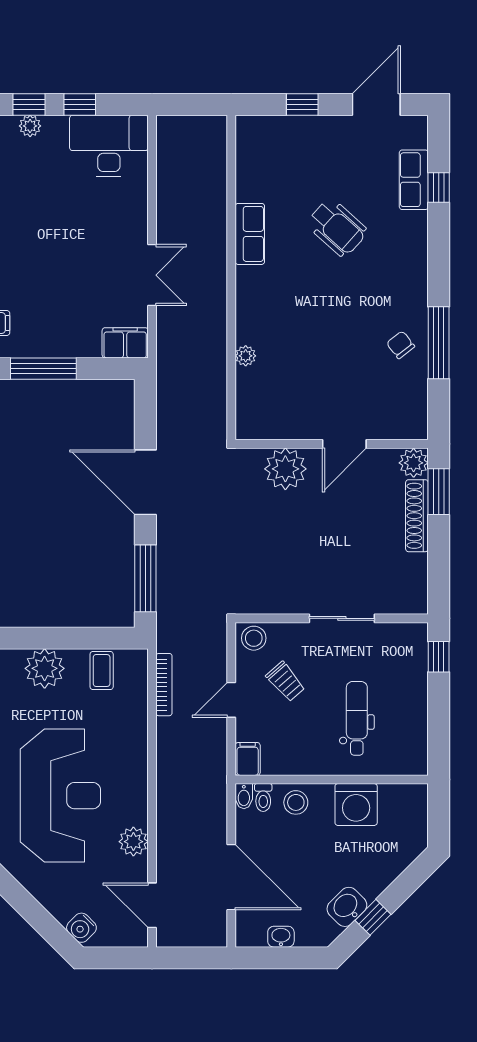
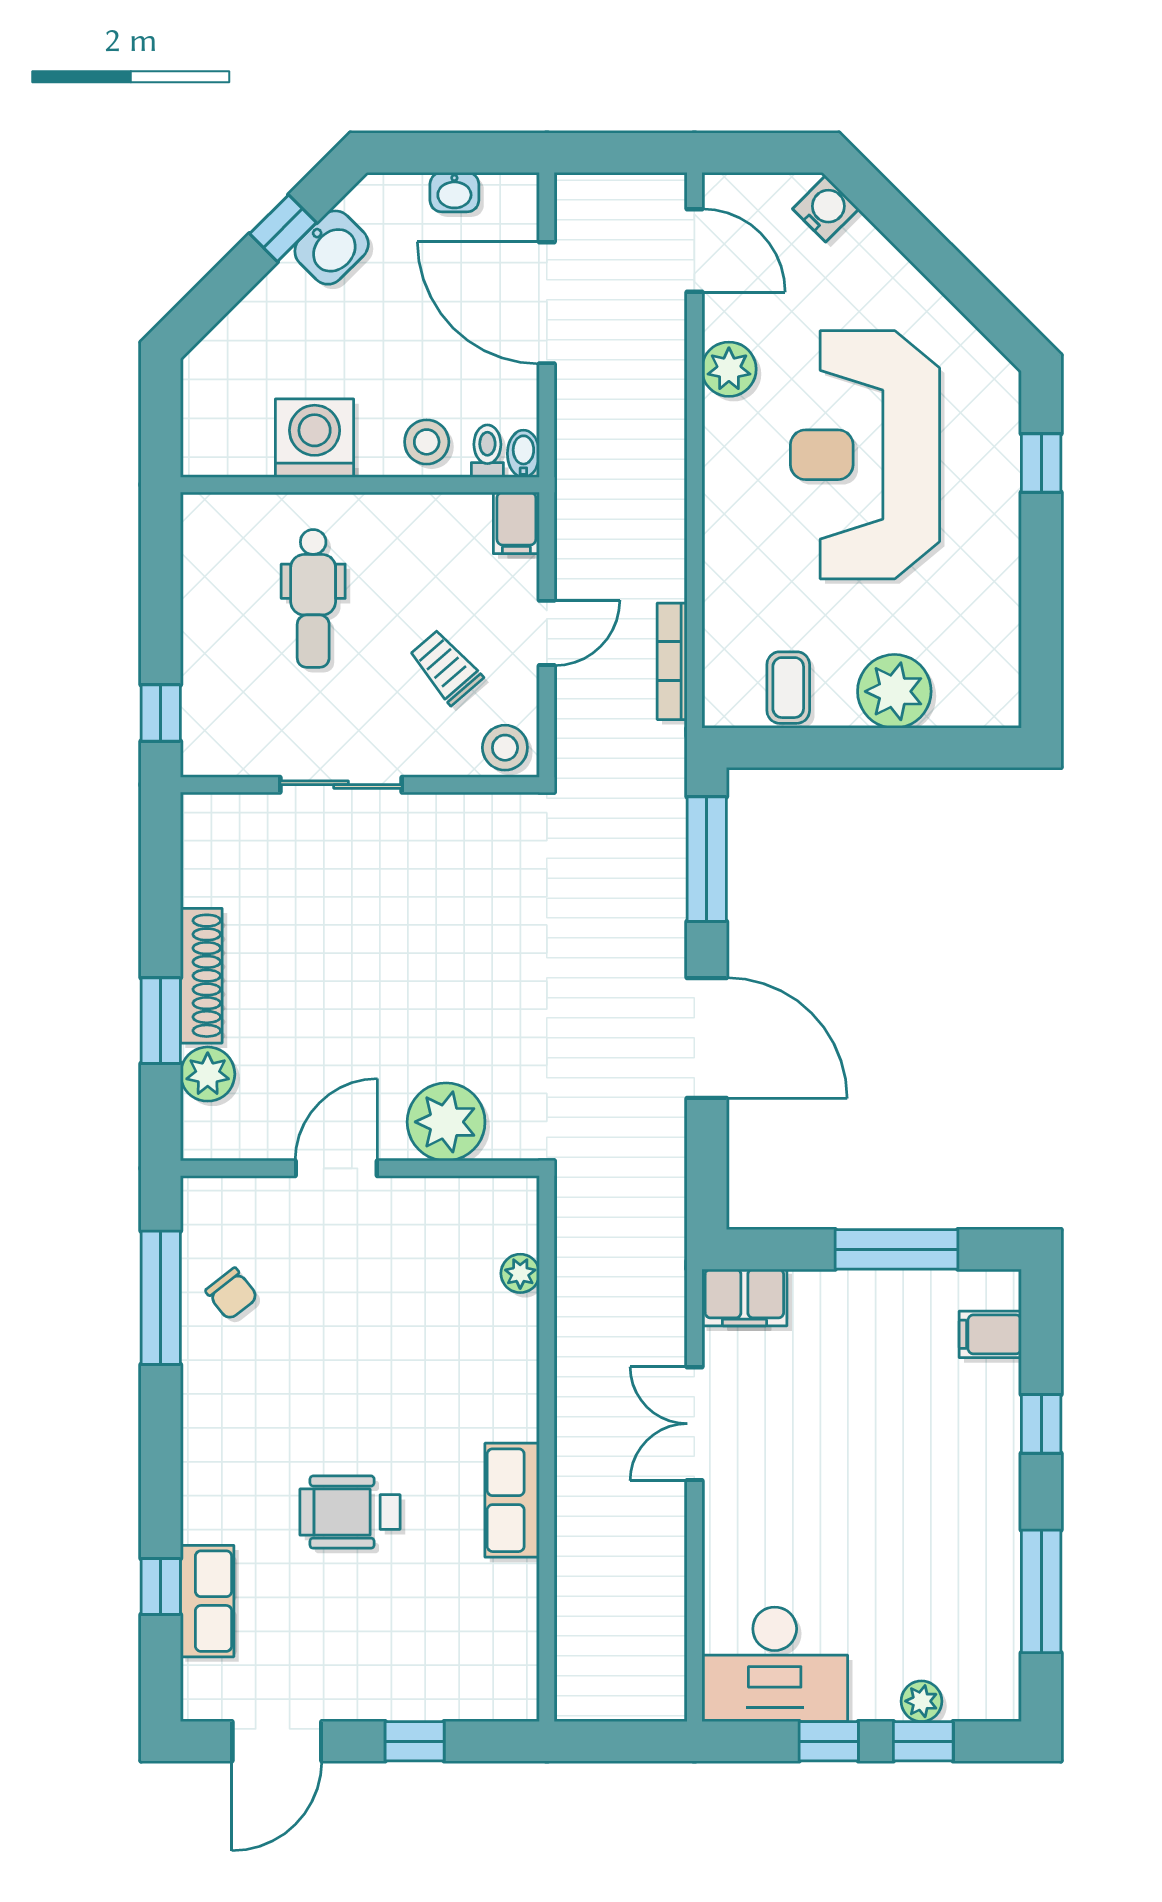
wheelchair: (337, 228) -> (350, 1512), turned -42
wall: (332, 444) -> (360, 1168), moved
door: (344, 444) -> (336, 1168), moved
plant: (285, 469) -> (446, 1122), moved

